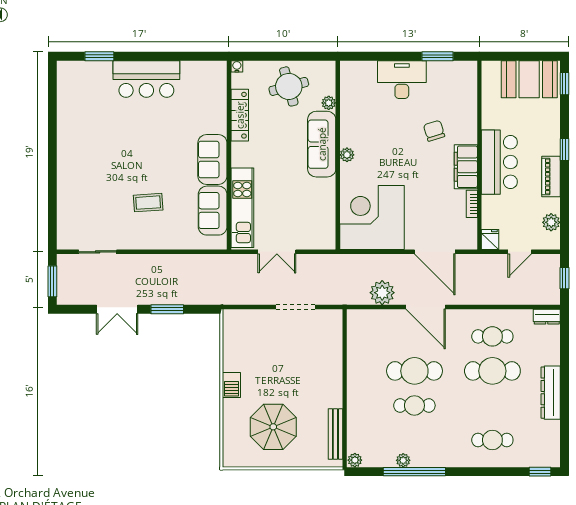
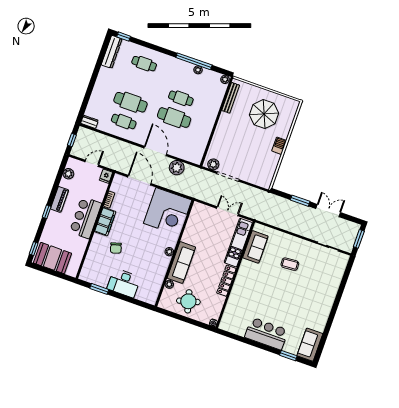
locker: (240, 115) -> (226, 281), moved
sofa: (212, 159) -> (310, 345), moved, turned 180
plant: (326, 318) -> (213, 164), added
dresser: (551, 393) -> (112, 52), moved

